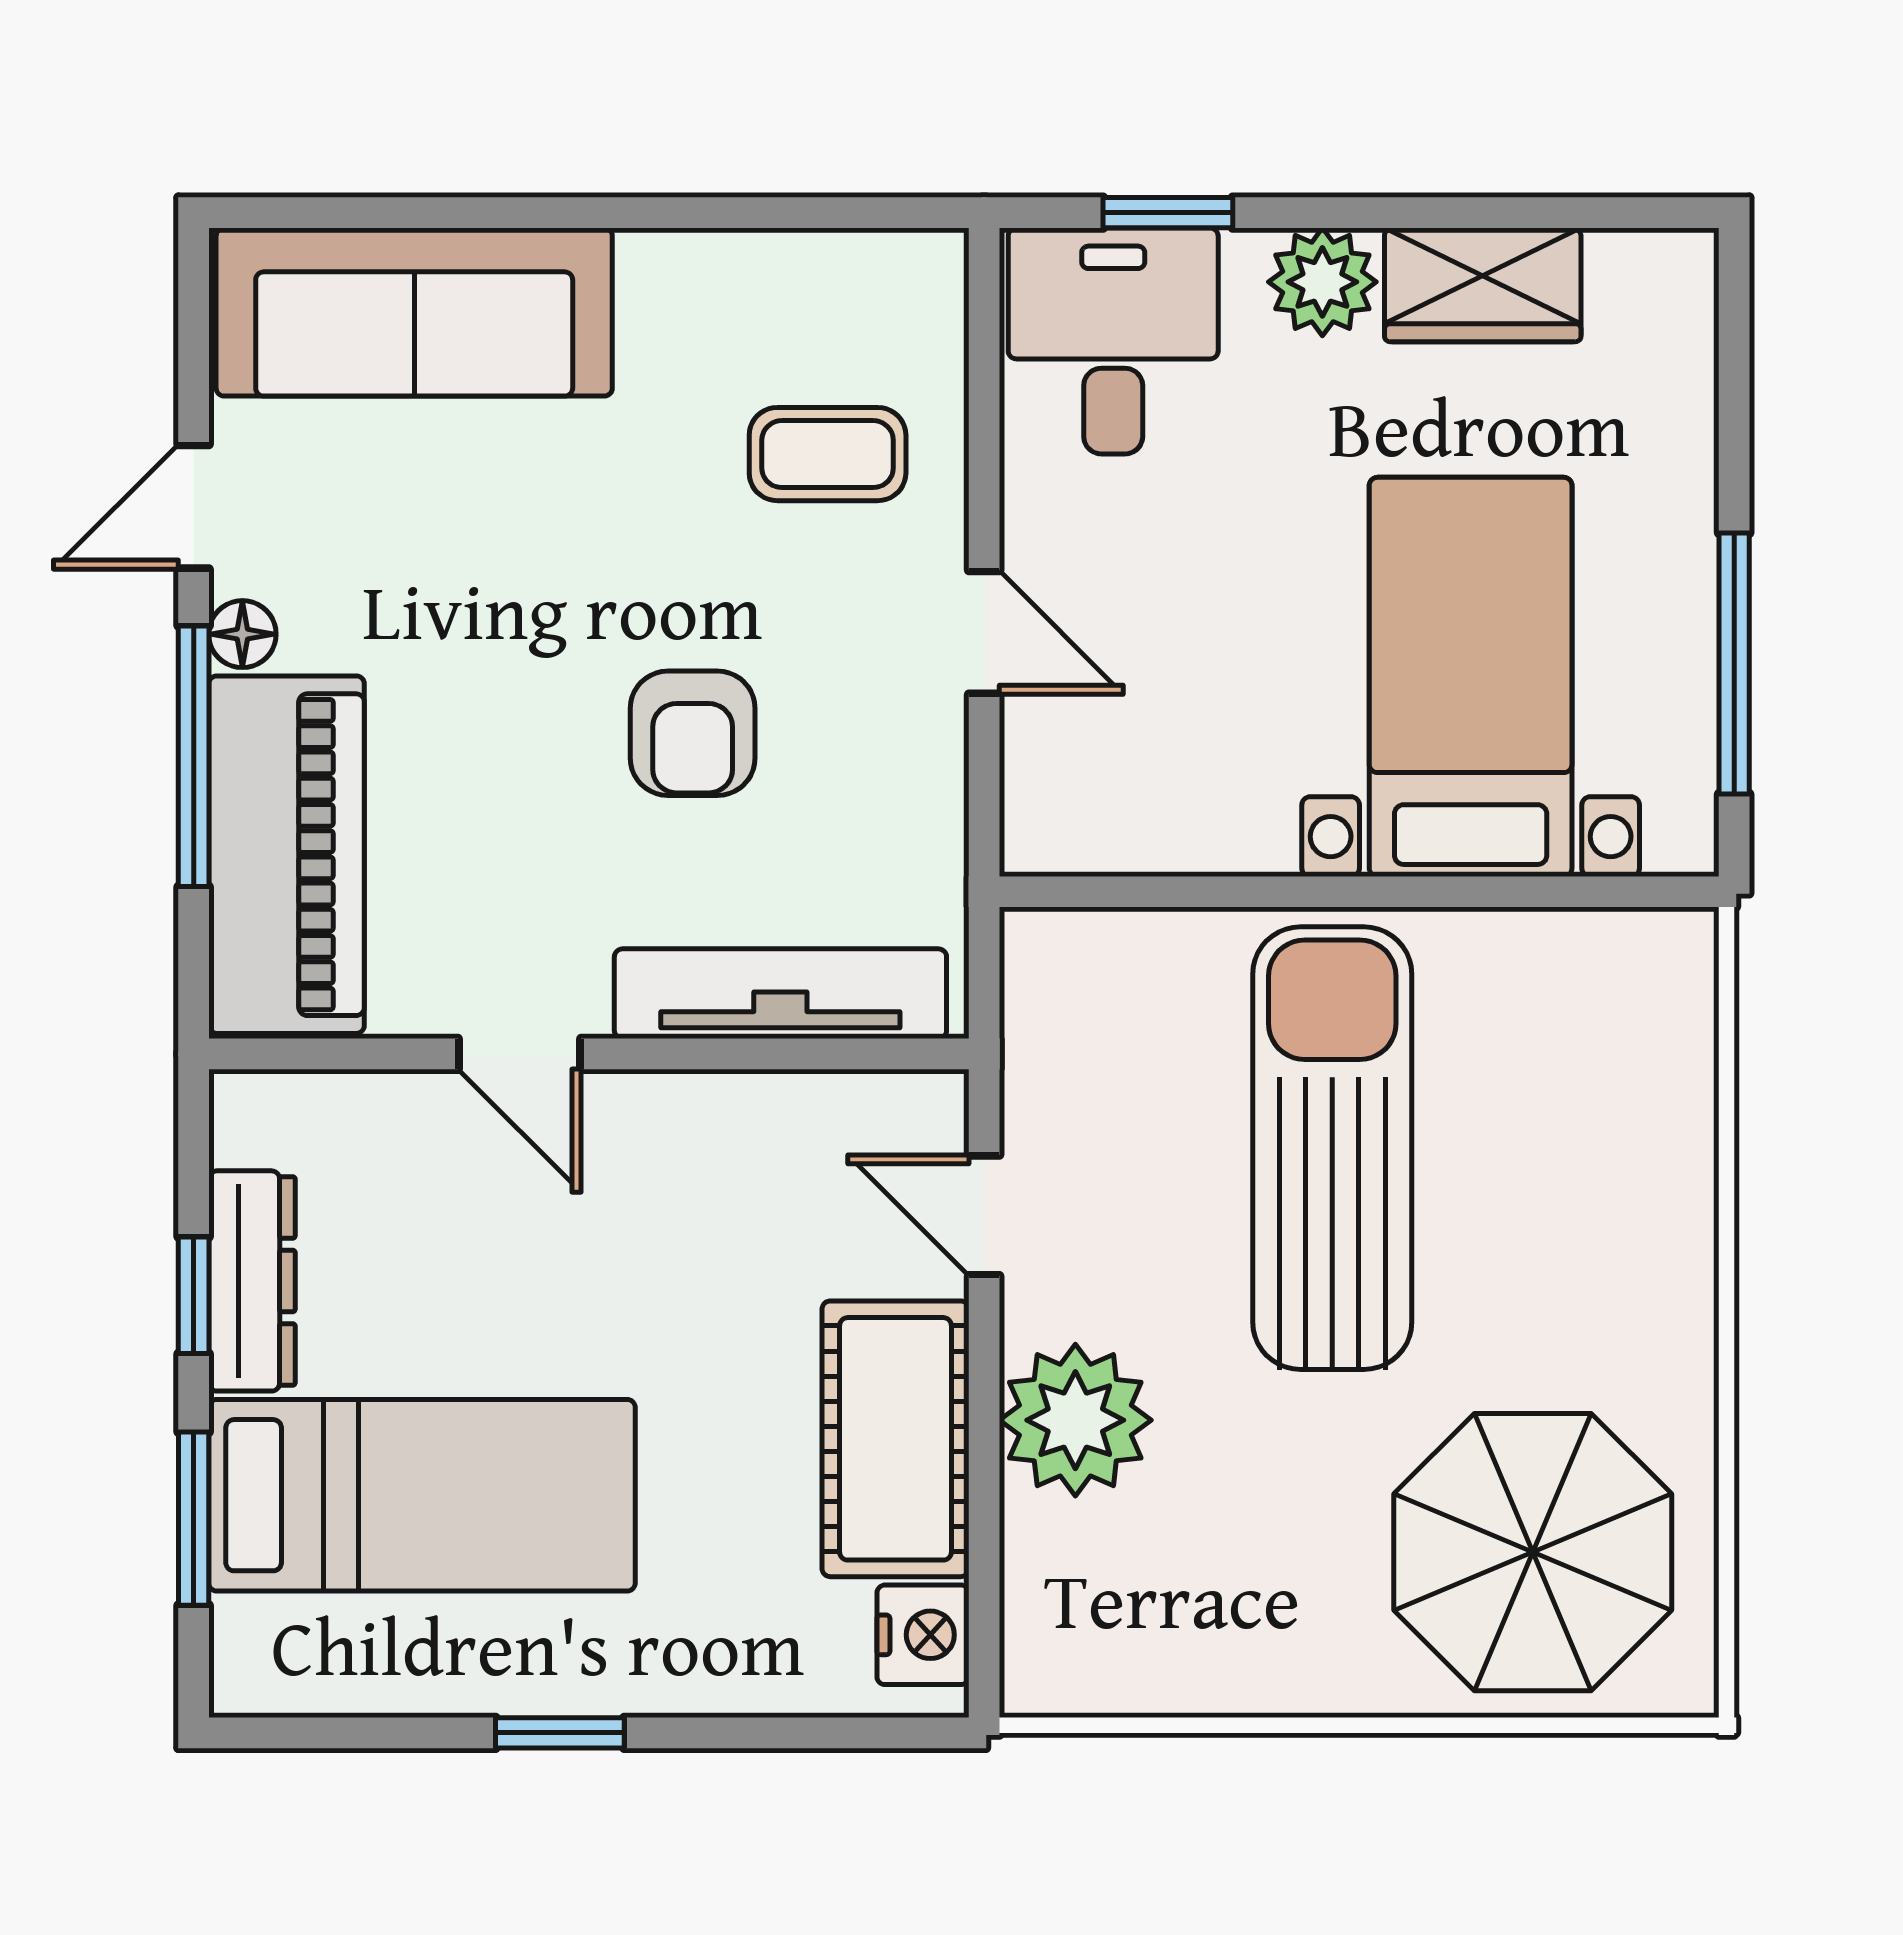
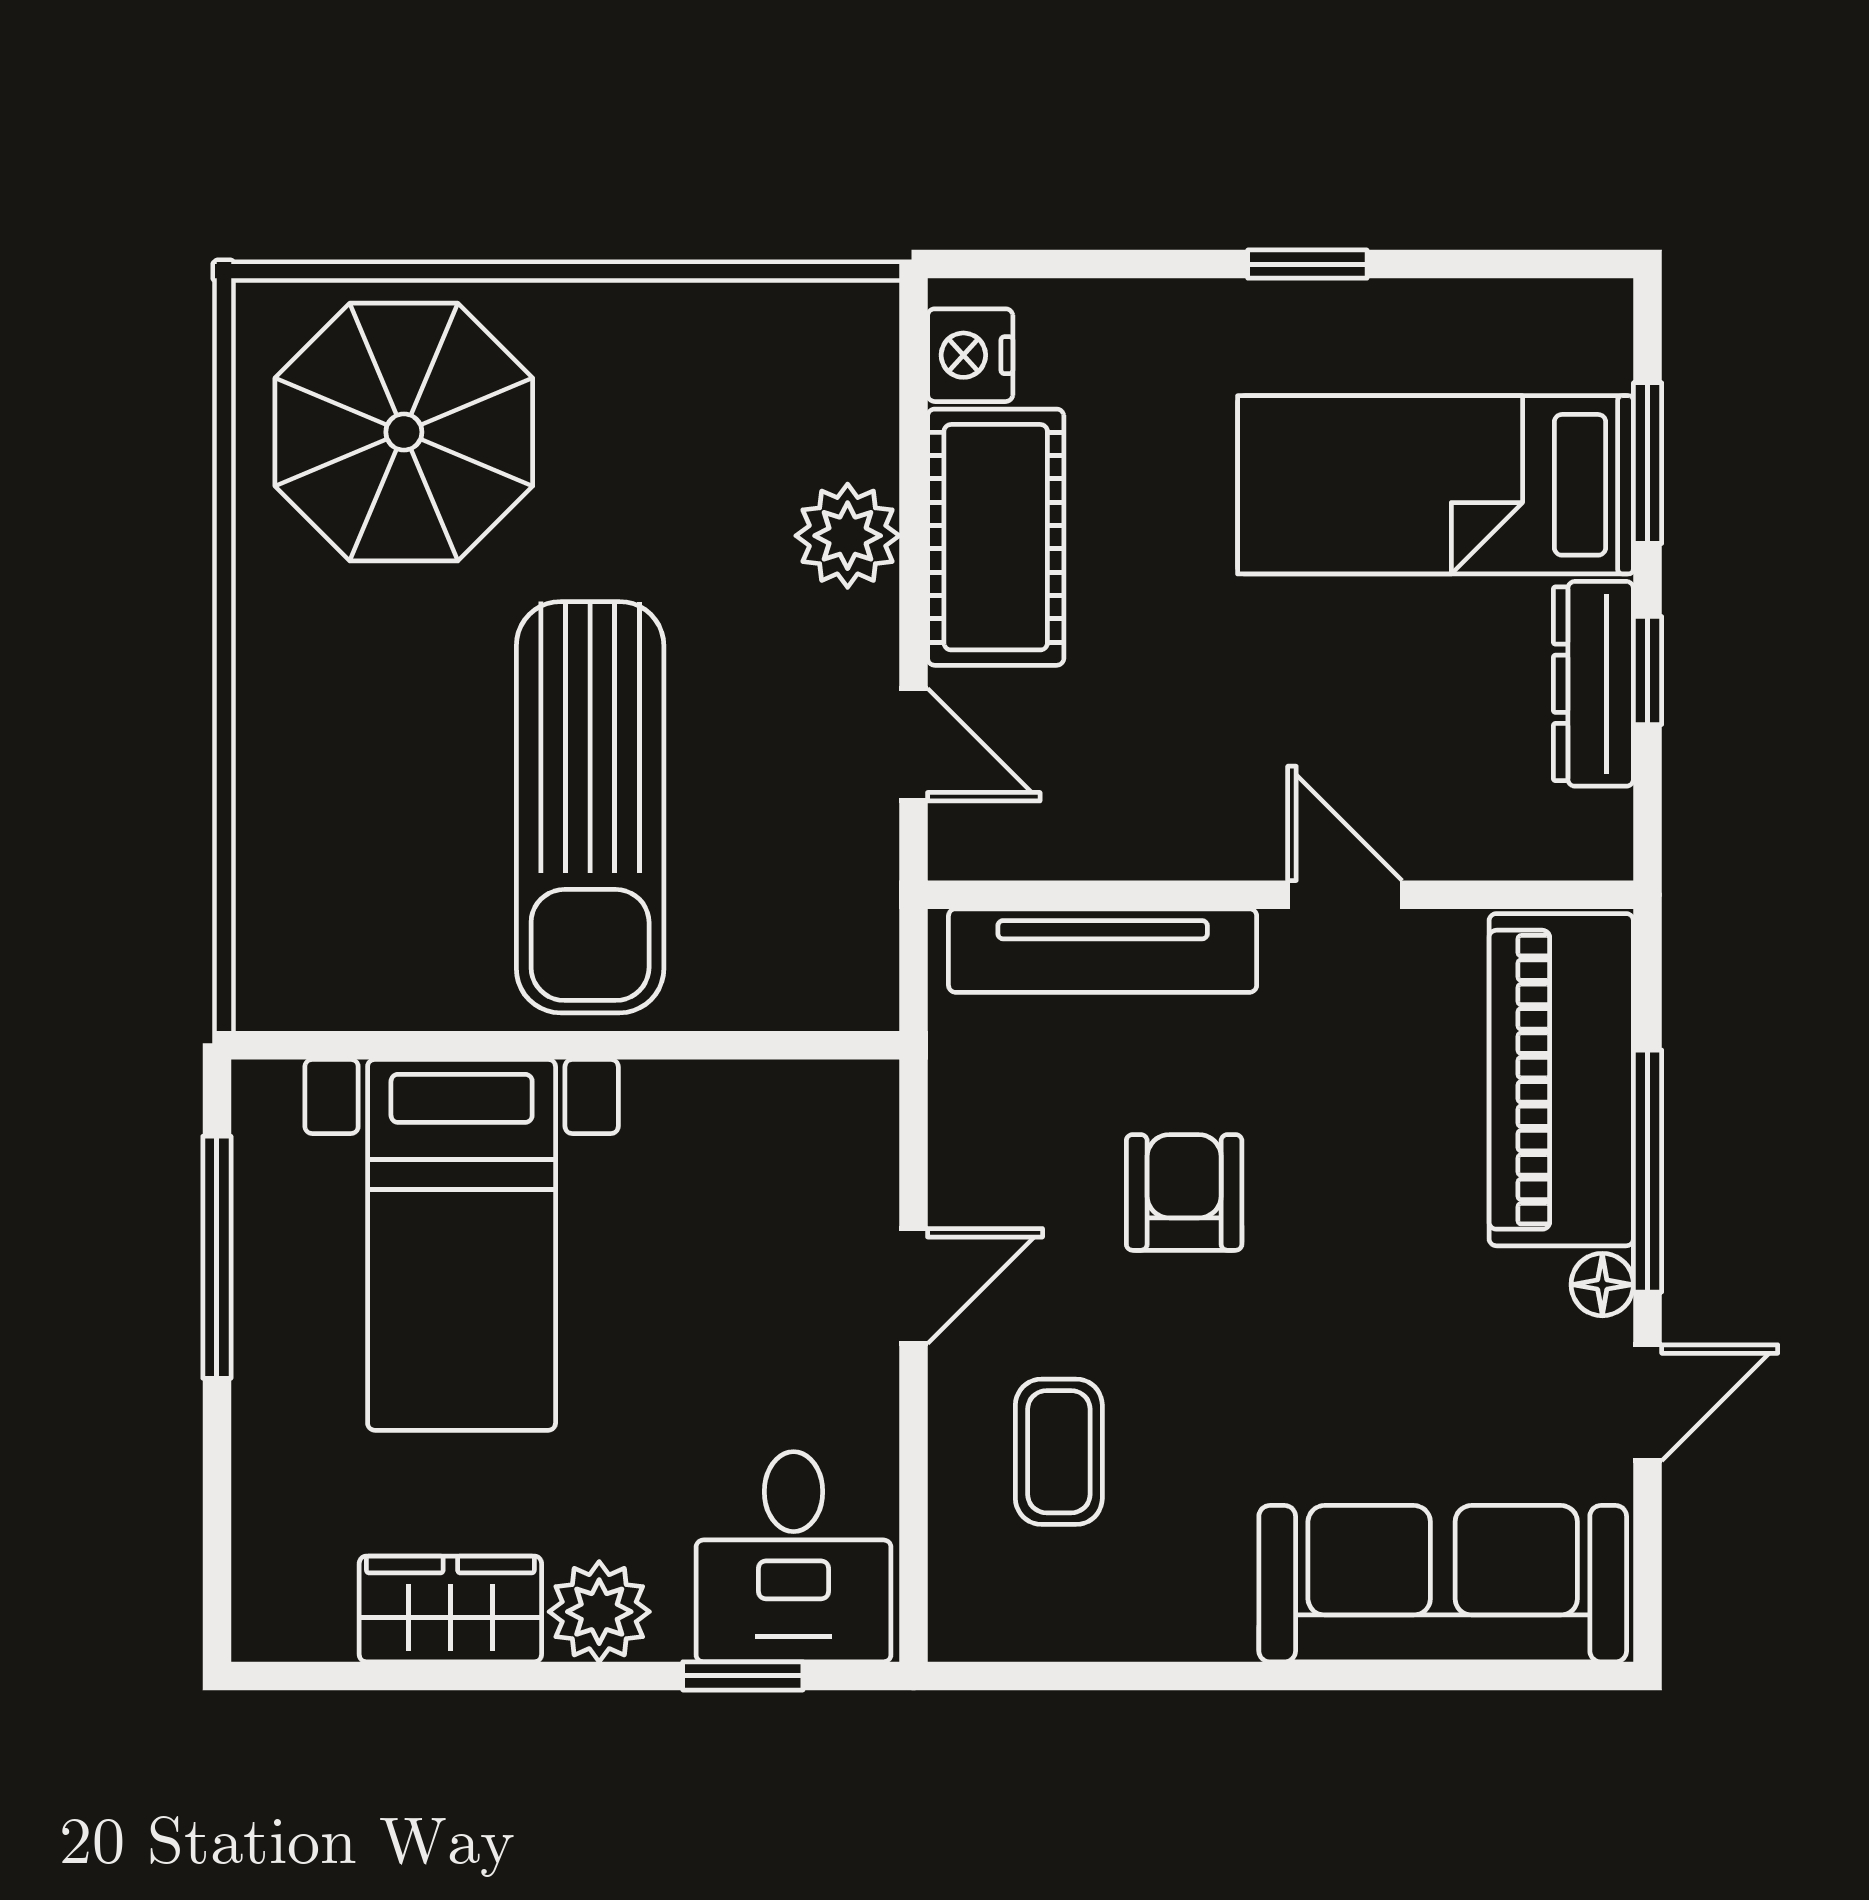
coffee table: (828, 454) -> (1059, 1452), turned 90
door: (984, 632) -> (913, 1286), swing flipped
plant: (1075, 1420) -> (848, 536), width x0.73, depth x0.73

